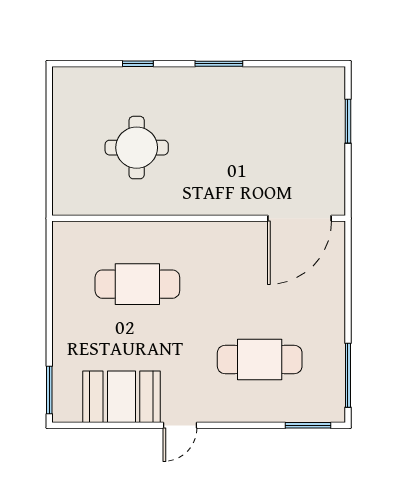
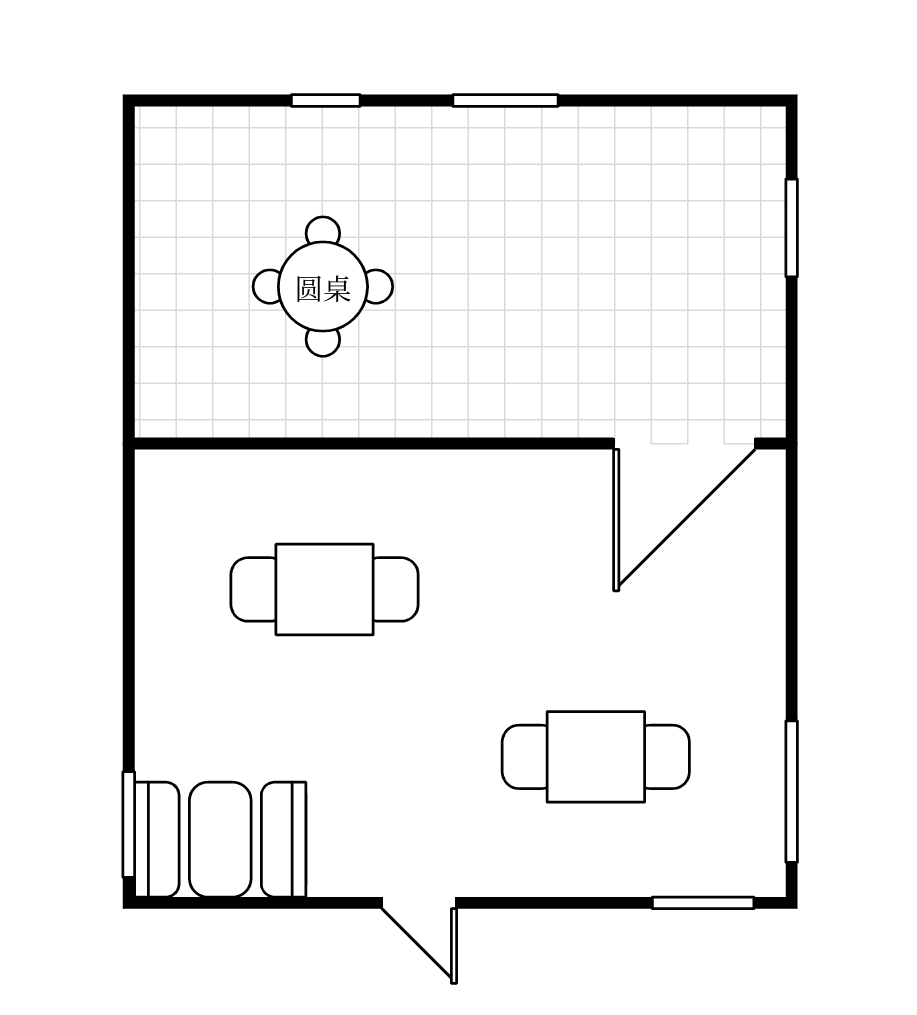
booth: (121, 397) -> (220, 840), moved
door: (180, 425) -> (419, 903), hinge flipped

